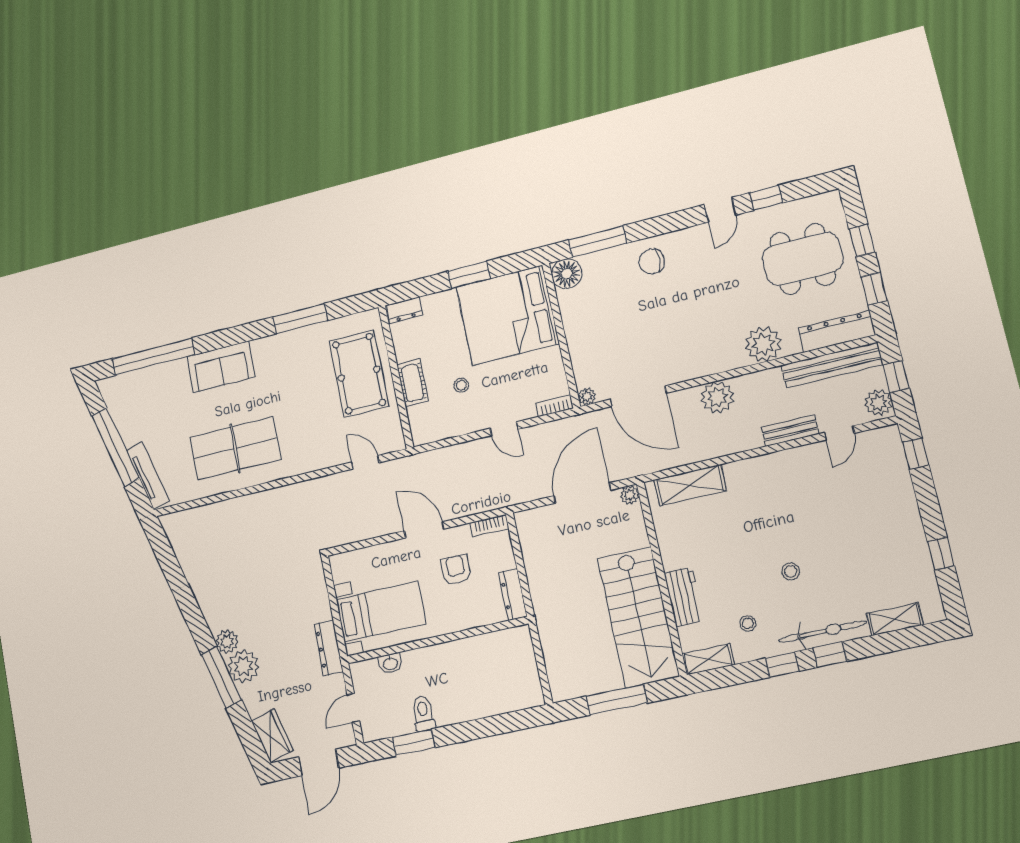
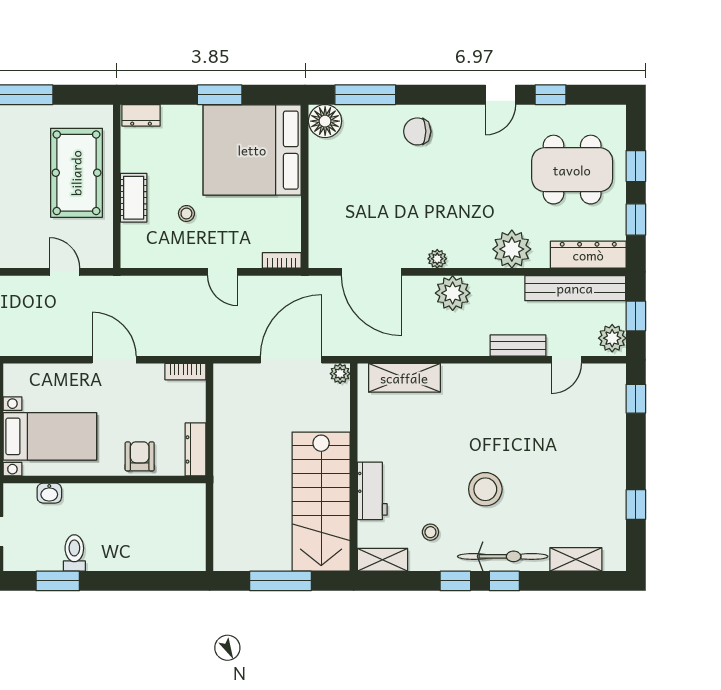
plant: (587, 396) -> (437, 259), moved
armchair: (456, 570) -> (140, 456), moved
stool: (791, 571) -> (485, 489), width x1.89, depth x1.89

